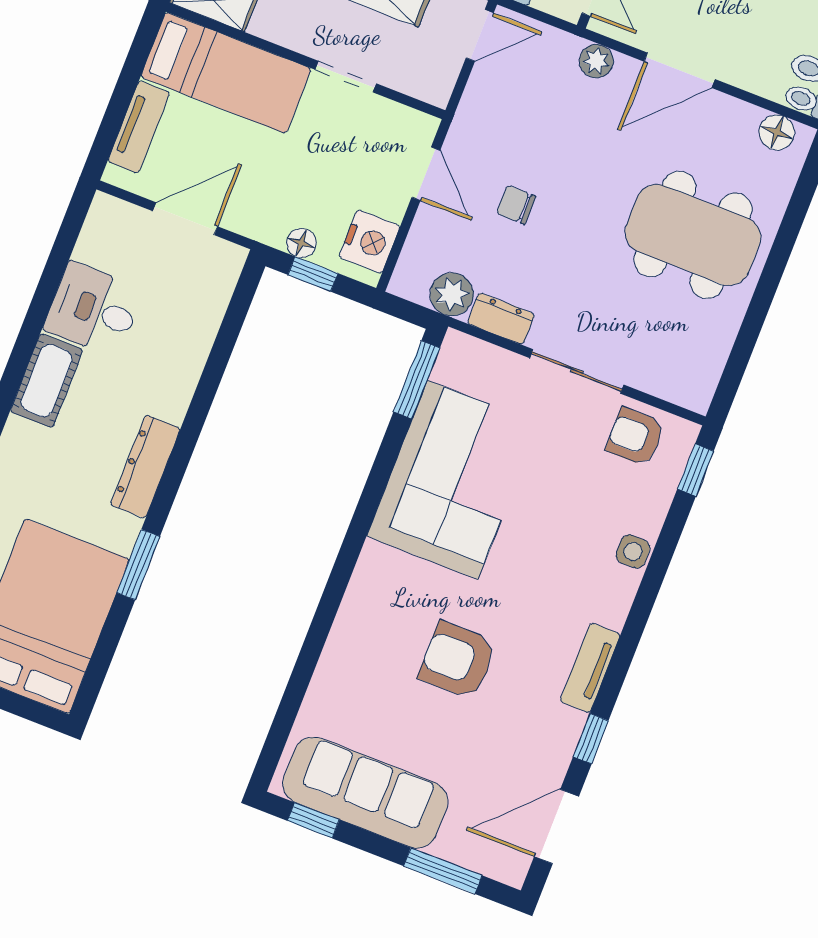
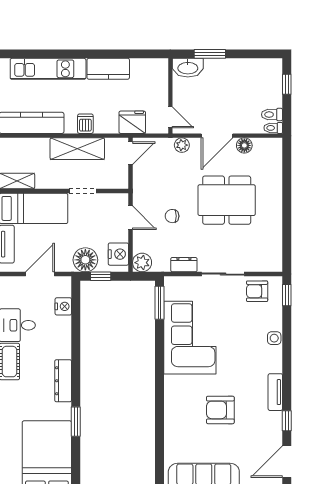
floor lamp: (777, 132) -> (244, 145), moved
dining table: (693, 235) -> (227, 200), moved
floor lamp: (301, 243) -> (85, 260), width x1.89, depth x1.89
plant: (452, 294) -> (142, 263), moved
nightstand: (208, 307) -> (63, 306), added

